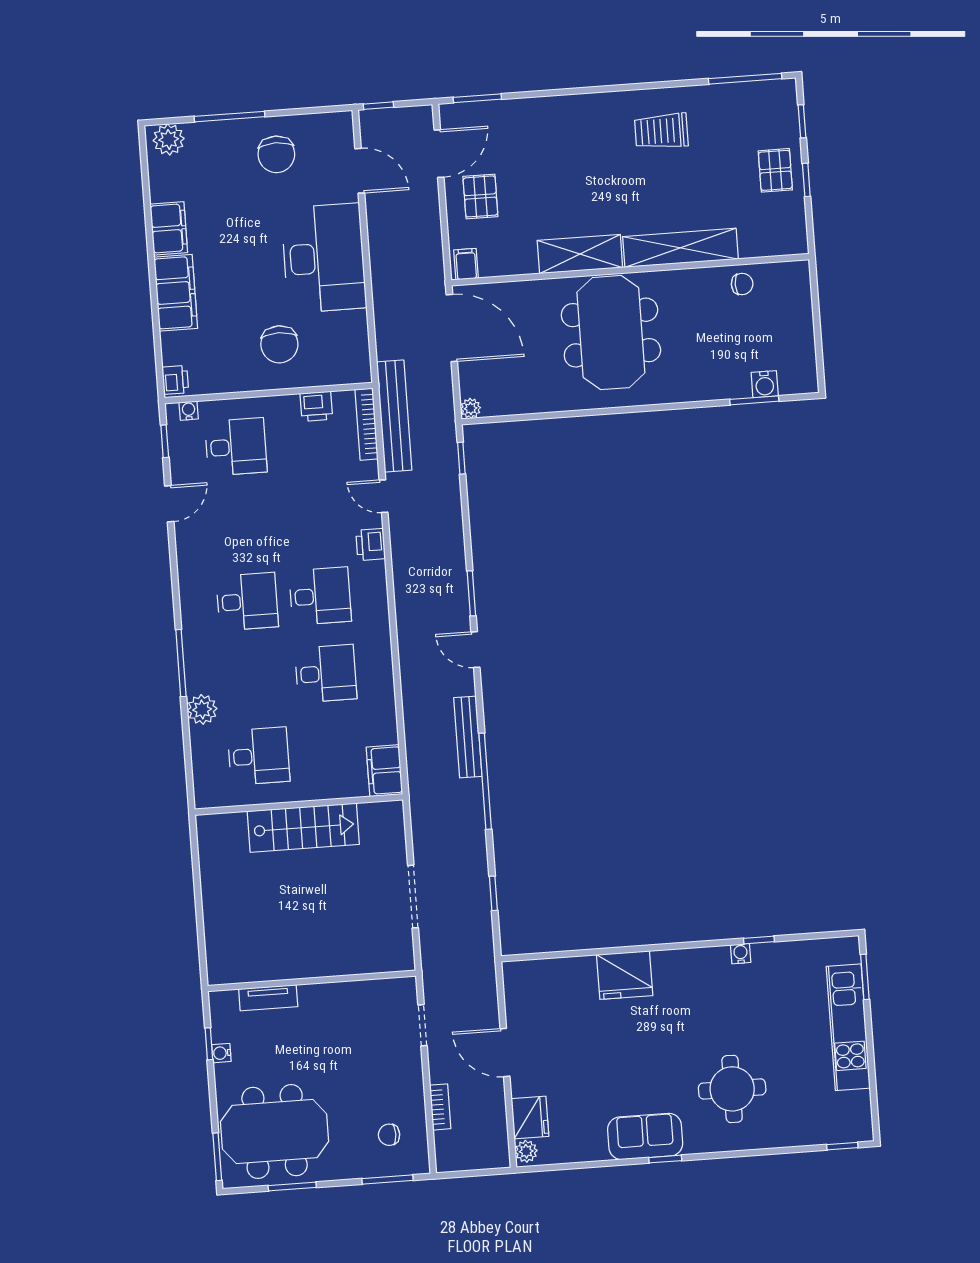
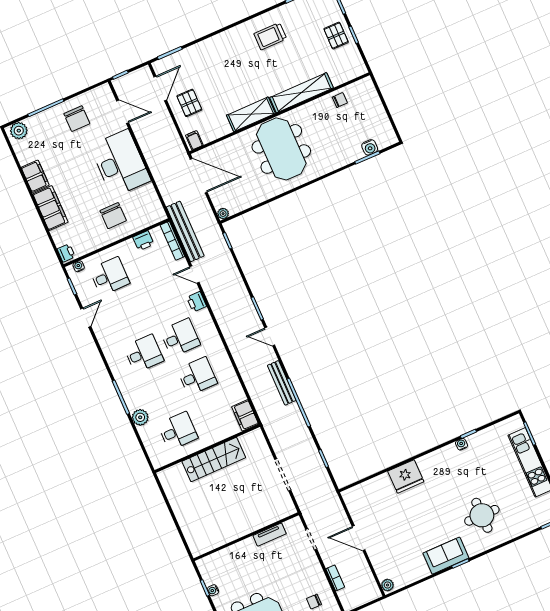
tv unit: (268, 998) -> (270, 535), moved
fridge: (530, 1117) -> (383, 567), removed

